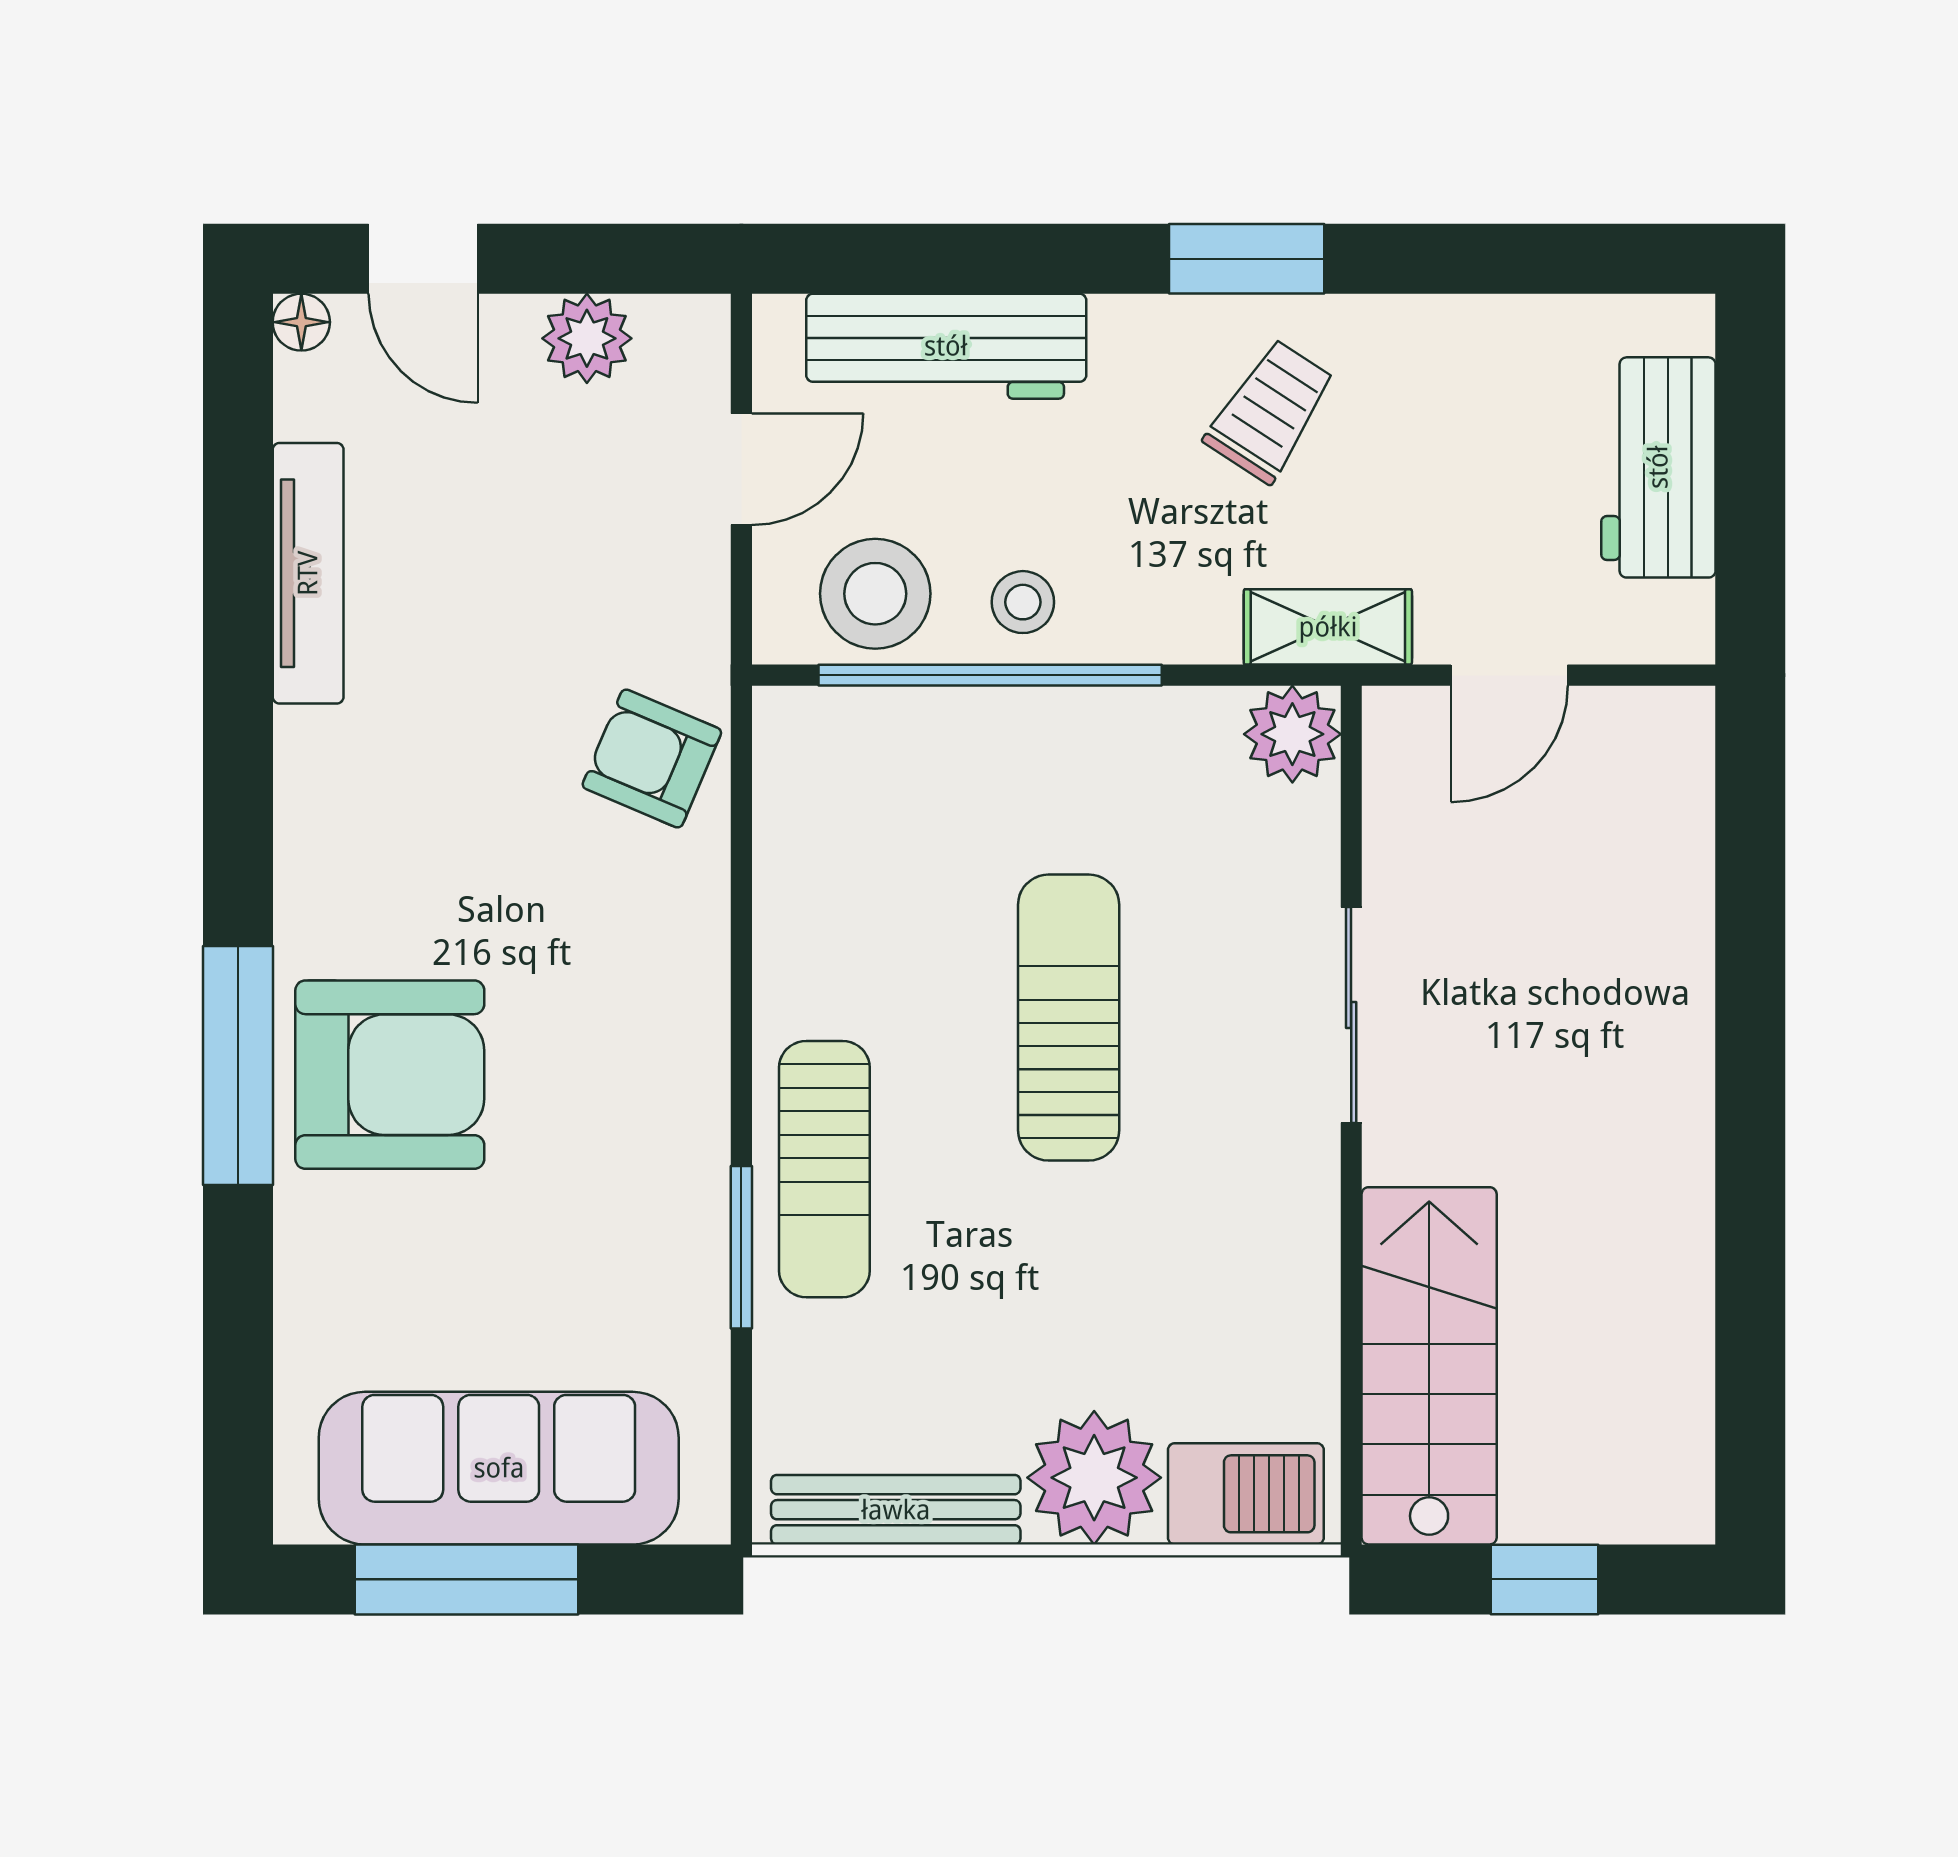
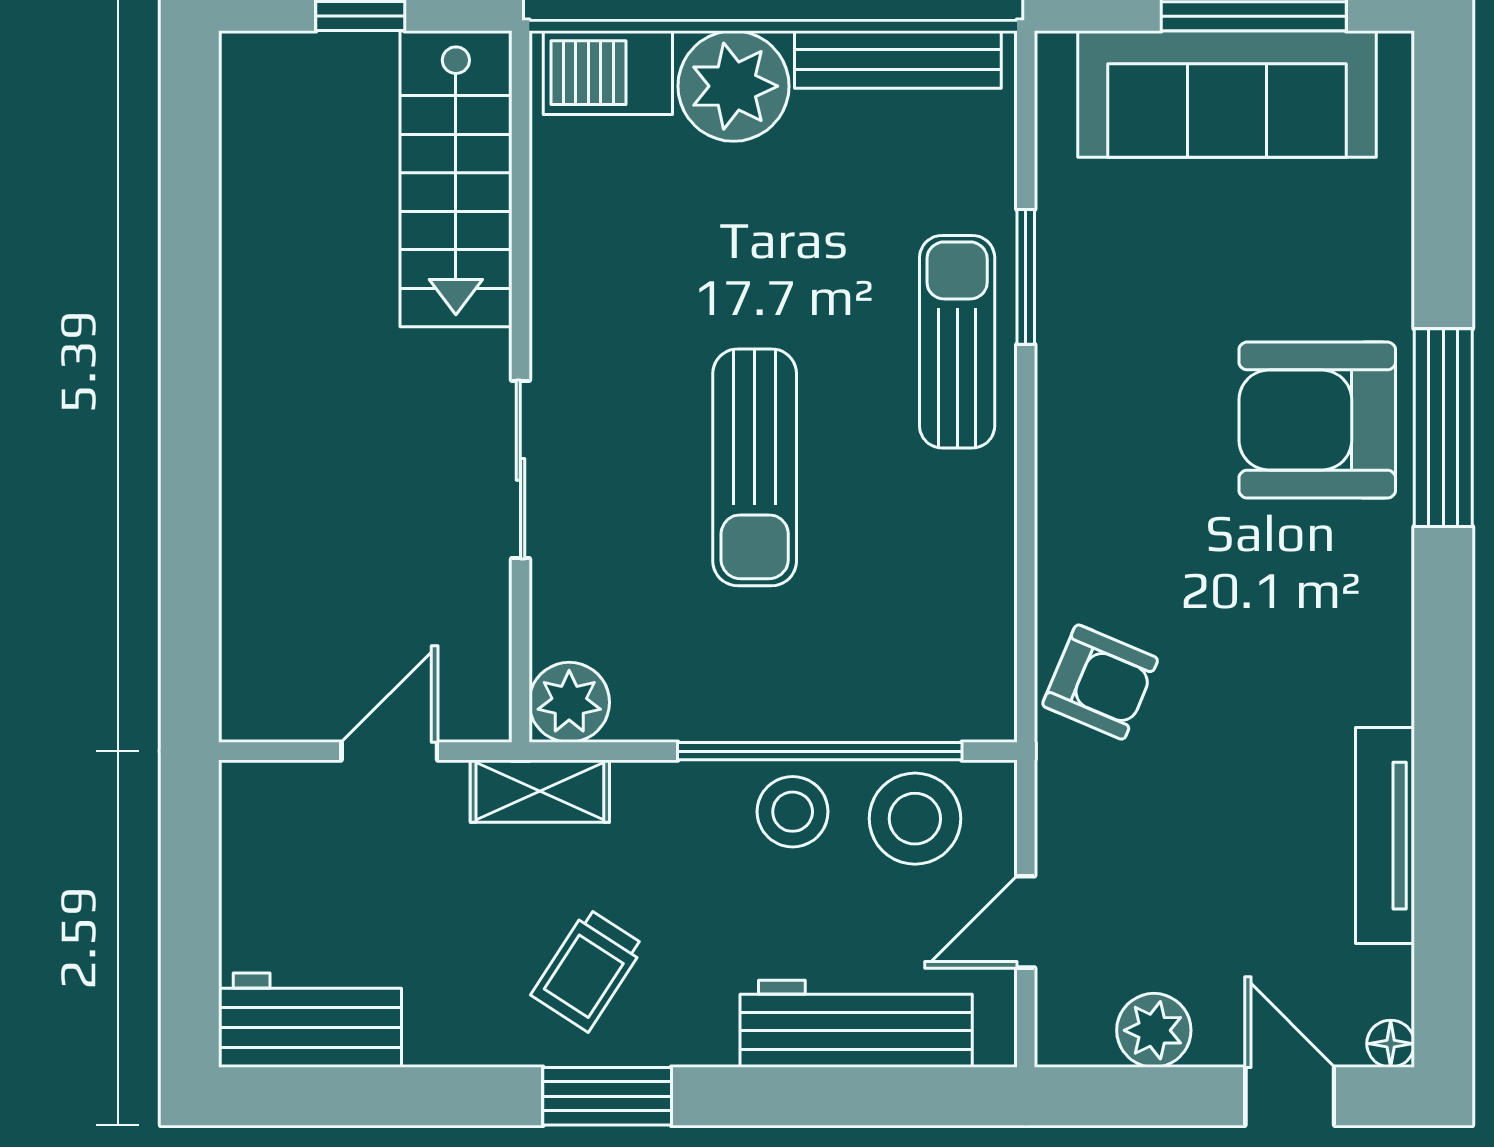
workbench: (1658, 467) -> (310, 1020), moved, turned -90
stool: (1023, 602) -> (793, 812), width x1.37, depth x1.37

